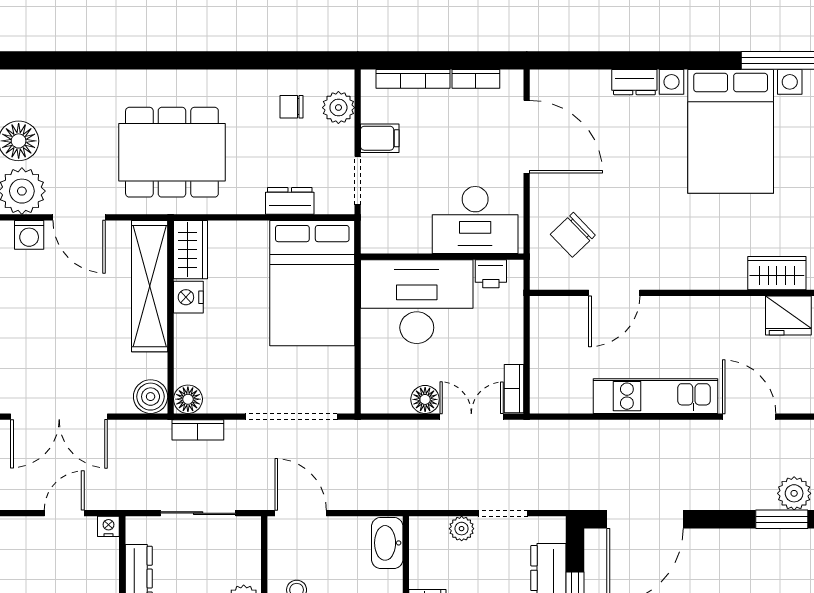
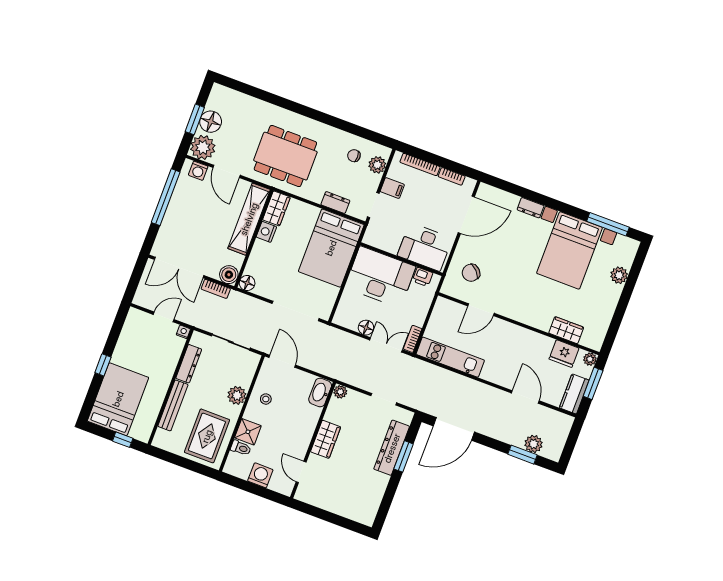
door: (527, 137) -> (466, 215), hinge flipped
kitchen unit: (655, 396) -> (450, 357), moved
bookcase: (198, 430) -> (216, 289), moved
plant: (462, 529) -> (340, 392), moved

